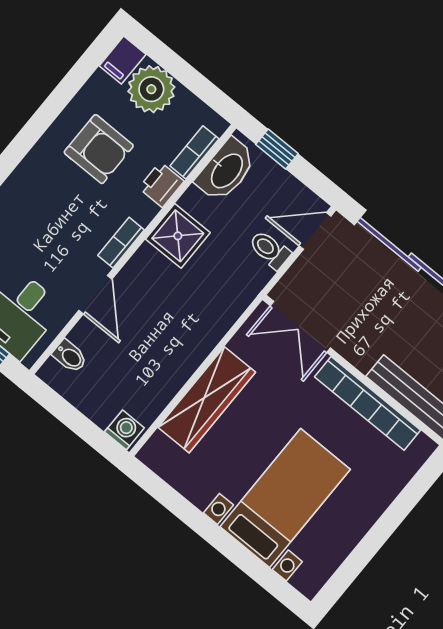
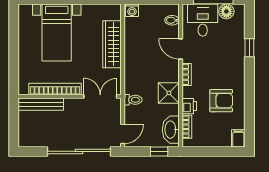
plant: (151, 89) -> (220, 136), removed
armchair: (99, 149) -> (221, 101), turned 180
toilet: (270, 250) -> (133, 100), moved

